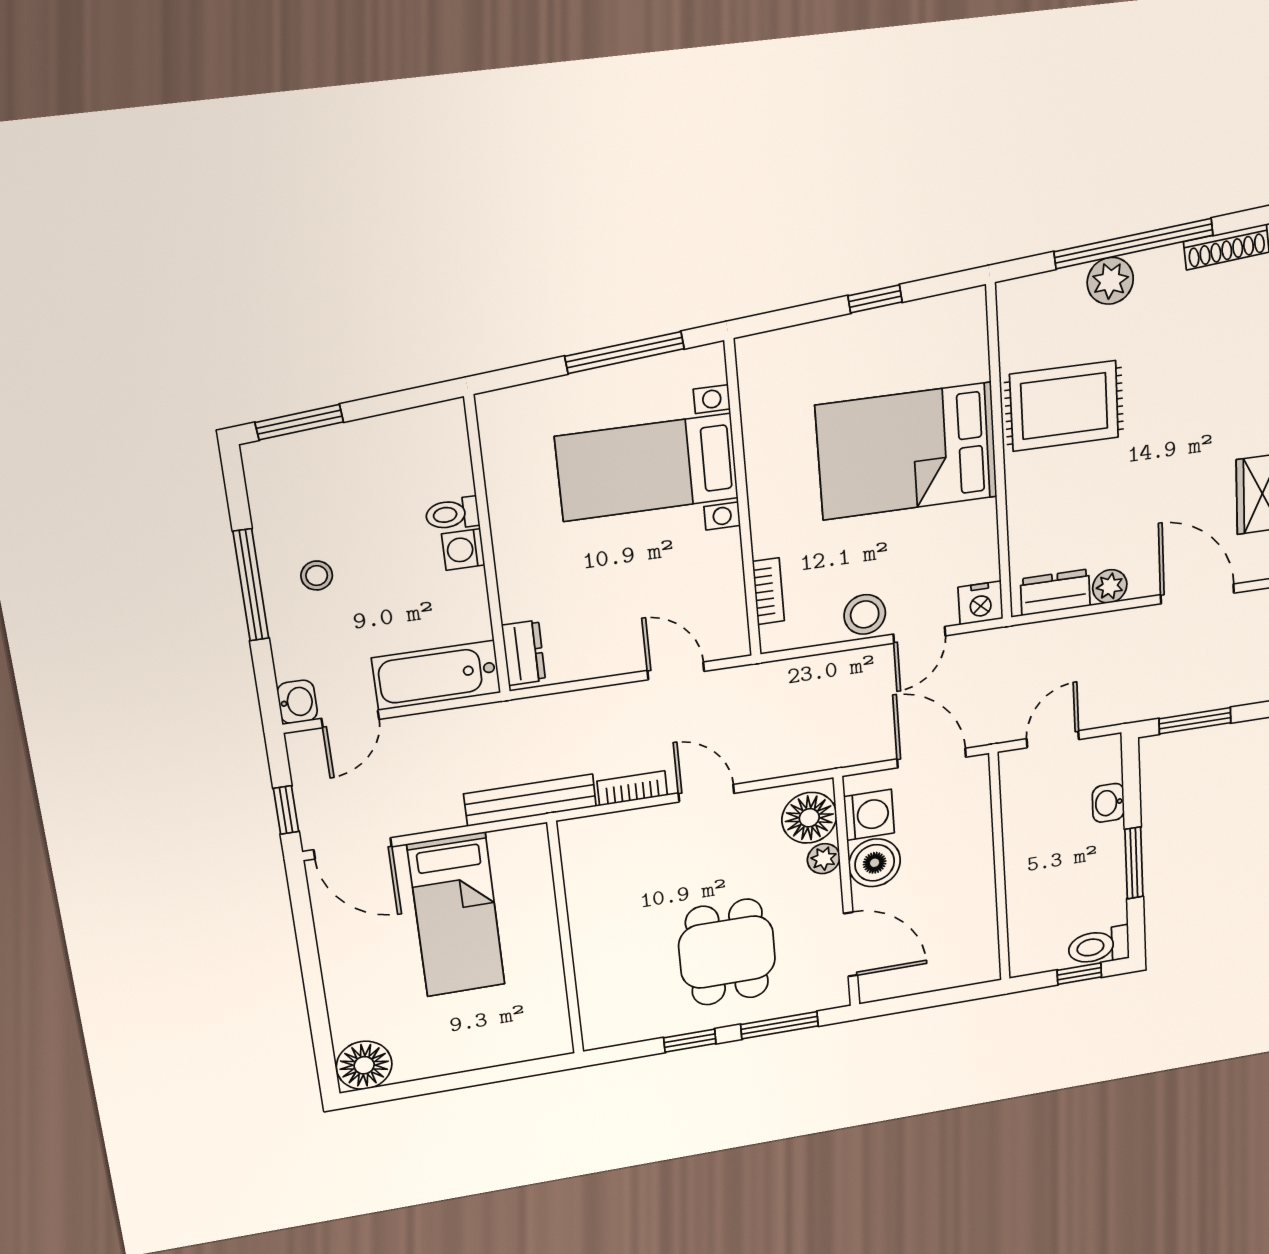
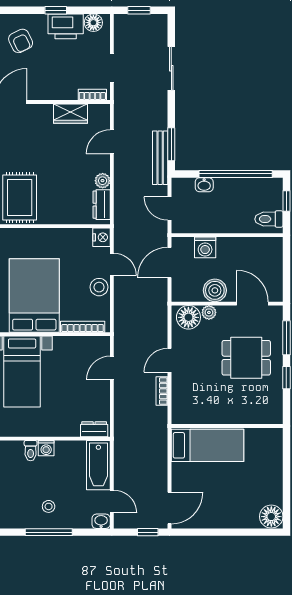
bed: (907, 451) -> (34, 296), moved, turned 180
bookcase: (768, 591) -> (83, 327), width x1.56
door: (1197, 594) -> (112, 142), width x0.73
bench: (530, 800) -> (160, 158), moved
washing machine: (869, 815) -> (205, 247), moved, turned 180
window: (1134, 863) -> (236, 174), width x2.11
bed: (456, 915) -> (207, 445), moved
door: (851, 944) -> (252, 304), hinge flipped
toilet: (1099, 946) -> (269, 219), moved, turned 90

